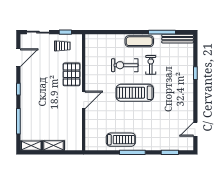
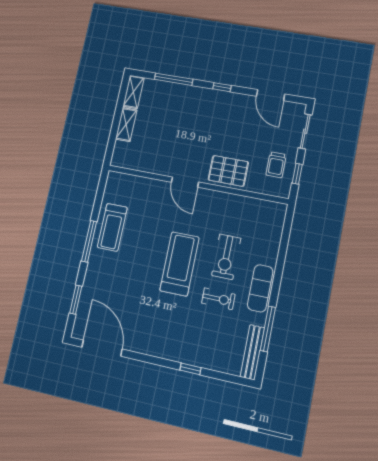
exercise bike: (125, 65) -> (226, 257), turned 180
door: (195, 129) -> (102, 348), width x1.88

